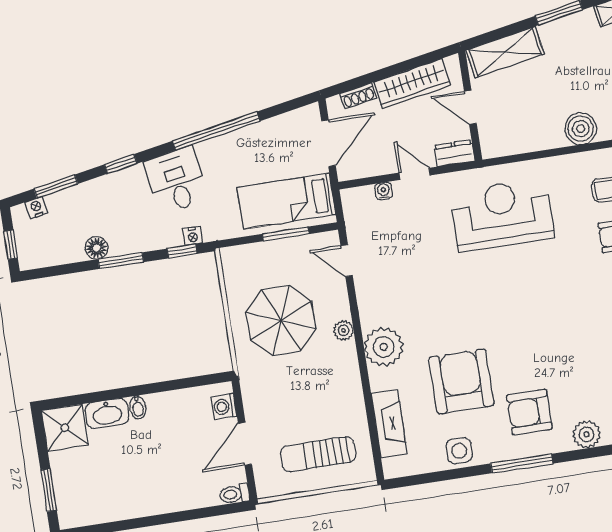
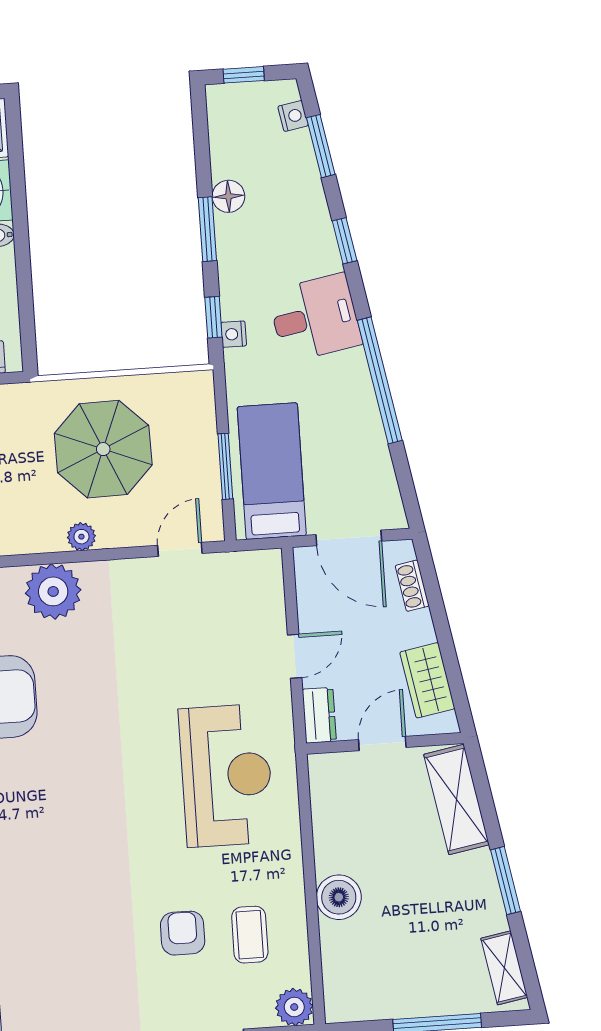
wardrobe: (412, 84) -> (427, 680), width x0.67
water cooler: (384, 191) -> (274, 610), removed

